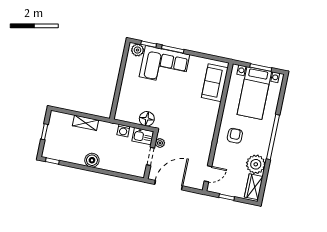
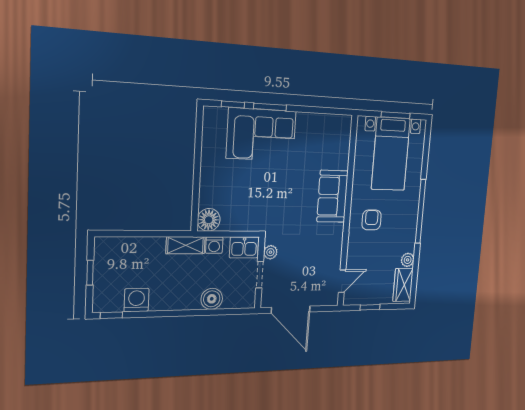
plant: (137, 50) -> (217, 116), removed
sofa: (215, 83) -> (332, 196), moved
floor lamp: (147, 119) -> (209, 220), moved
shelving: (85, 123) -> (186, 245), moved
washing machine: (69, 155) -> (136, 300), added
boiler: (92, 160) -> (212, 299), moved
plant: (256, 164) -> (408, 260), width x0.53, depth x0.53
door: (169, 185) -> (291, 310), swing flipped

